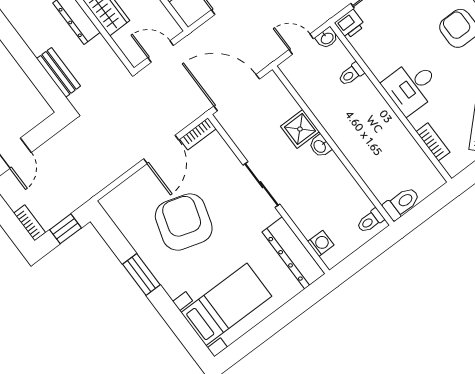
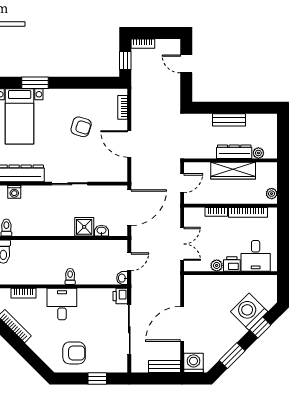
bench: (59, 72) -> (229, 120), moved
toilet: (351, 74) -> (70, 276), moved
bookcase: (198, 134) -> (123, 107), moved
washbasin: (320, 146) -> (101, 231), moved
armchair: (184, 222) -> (81, 127), width x0.53, depth x0.53
window: (141, 275) -> (35, 83), moved

